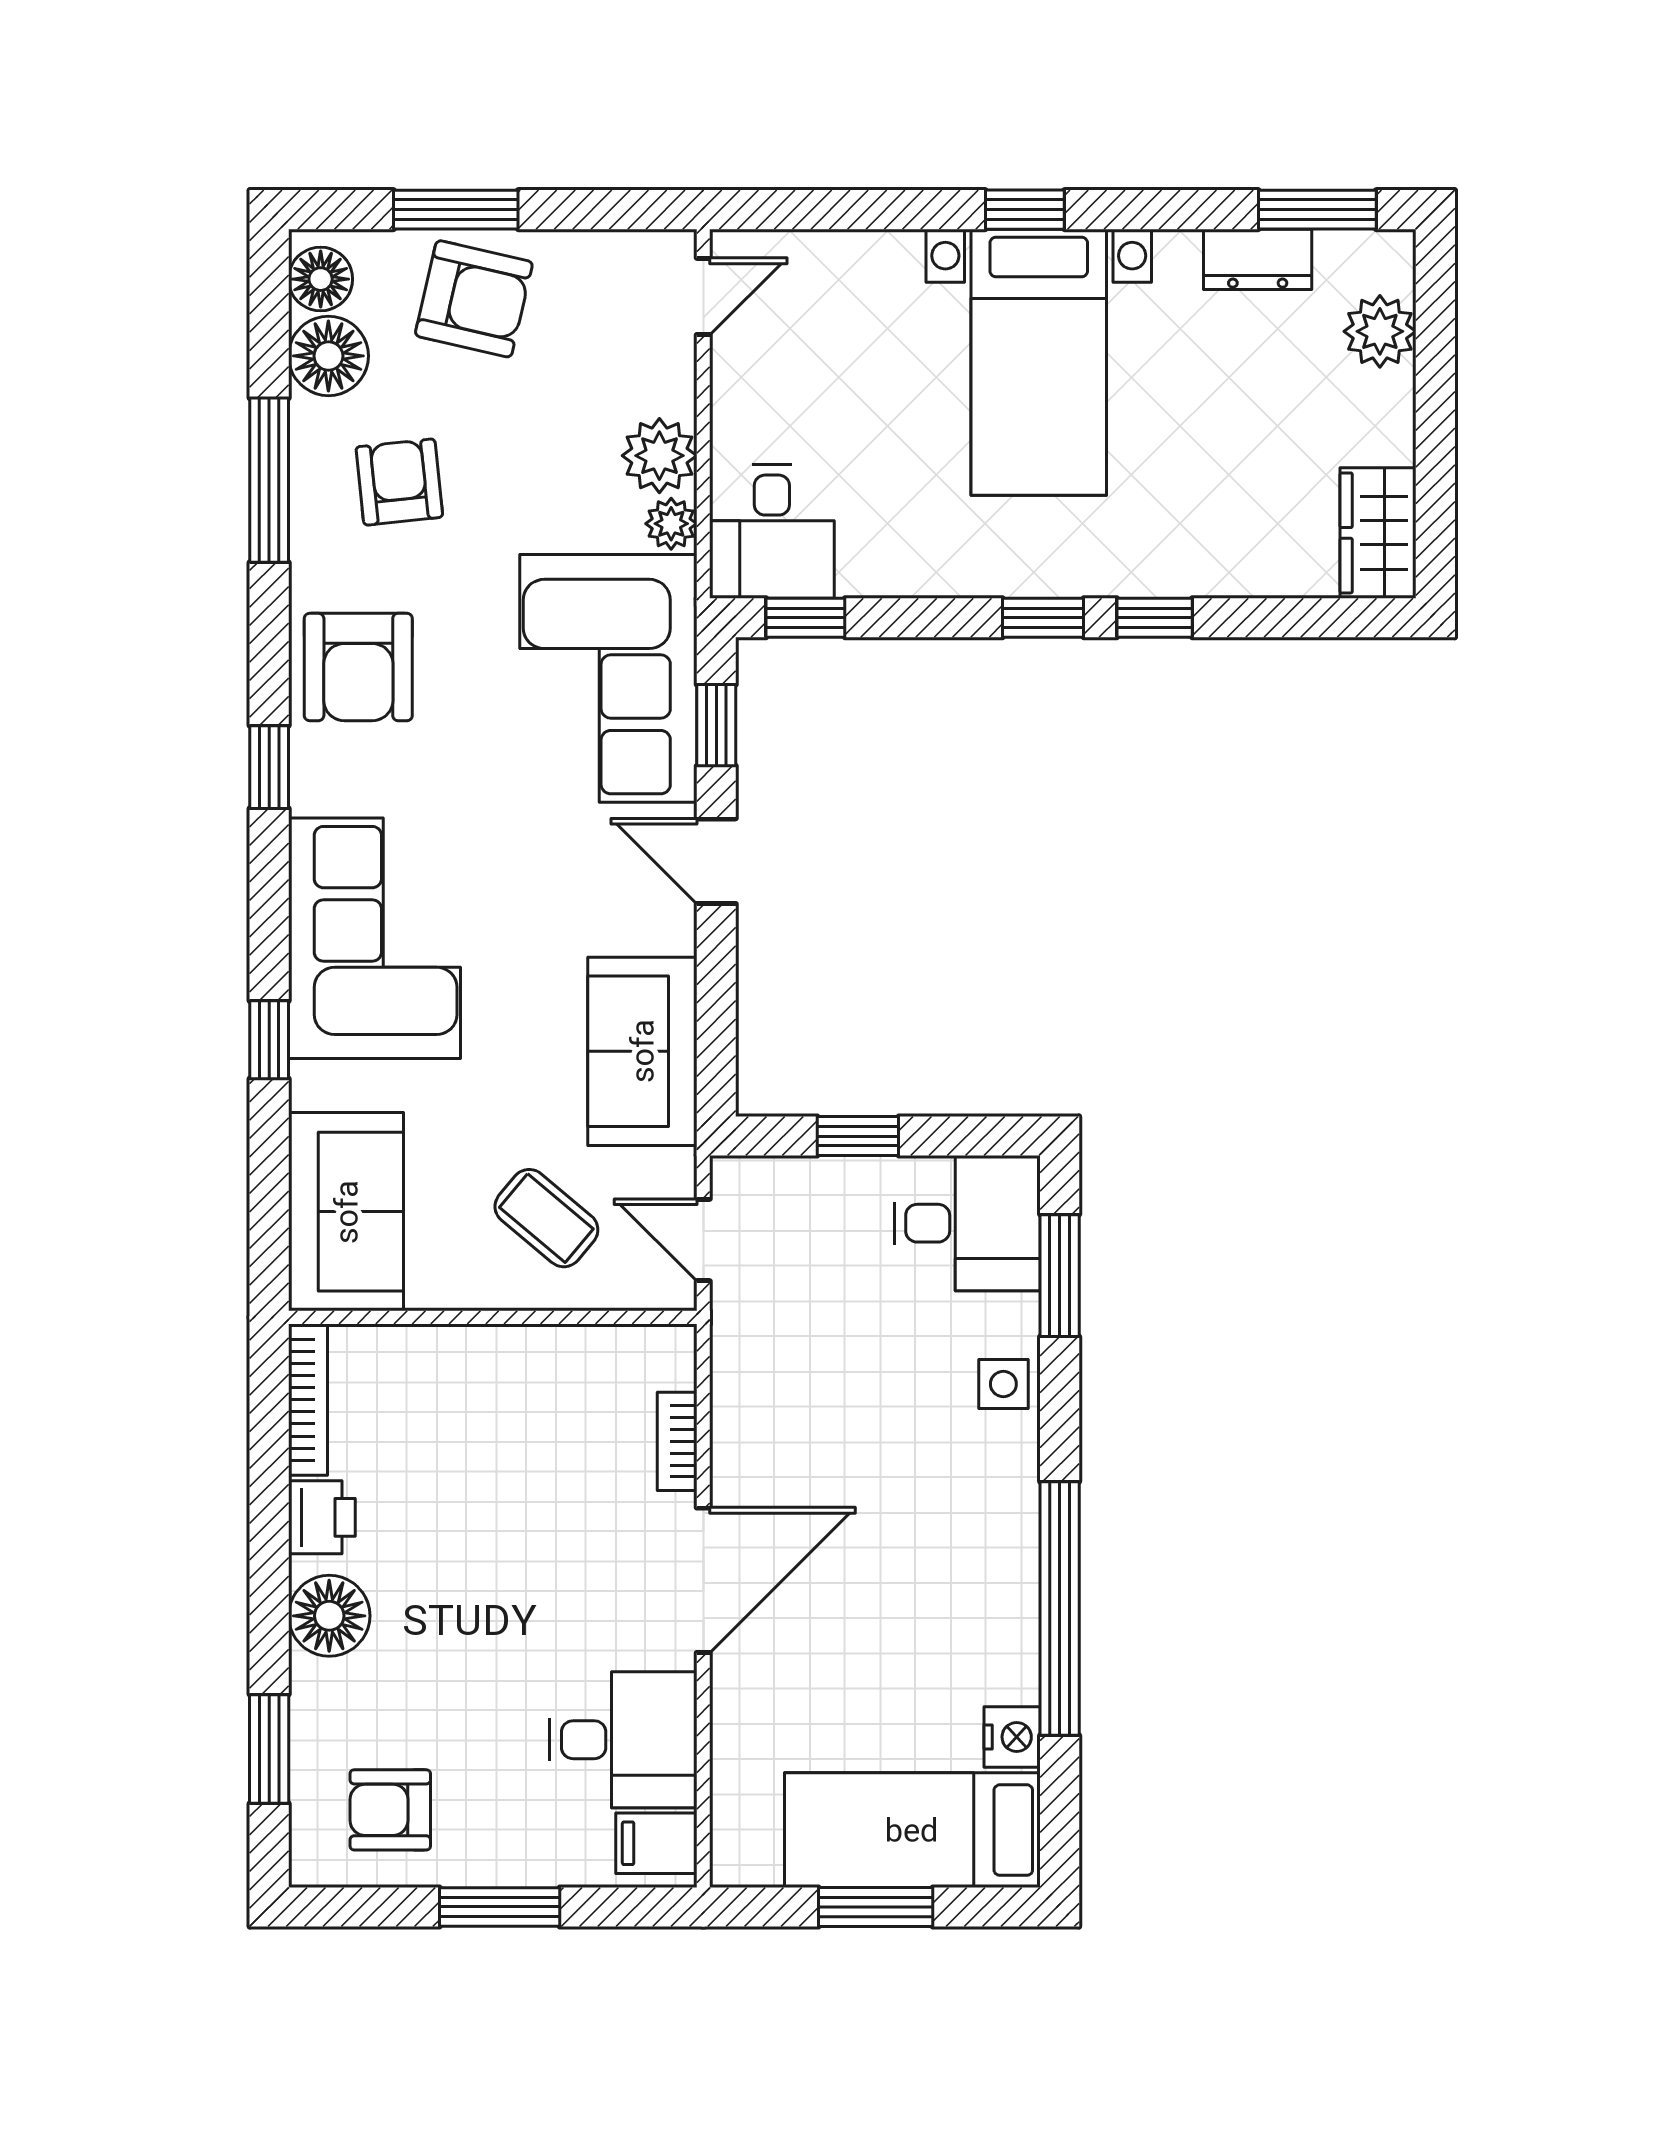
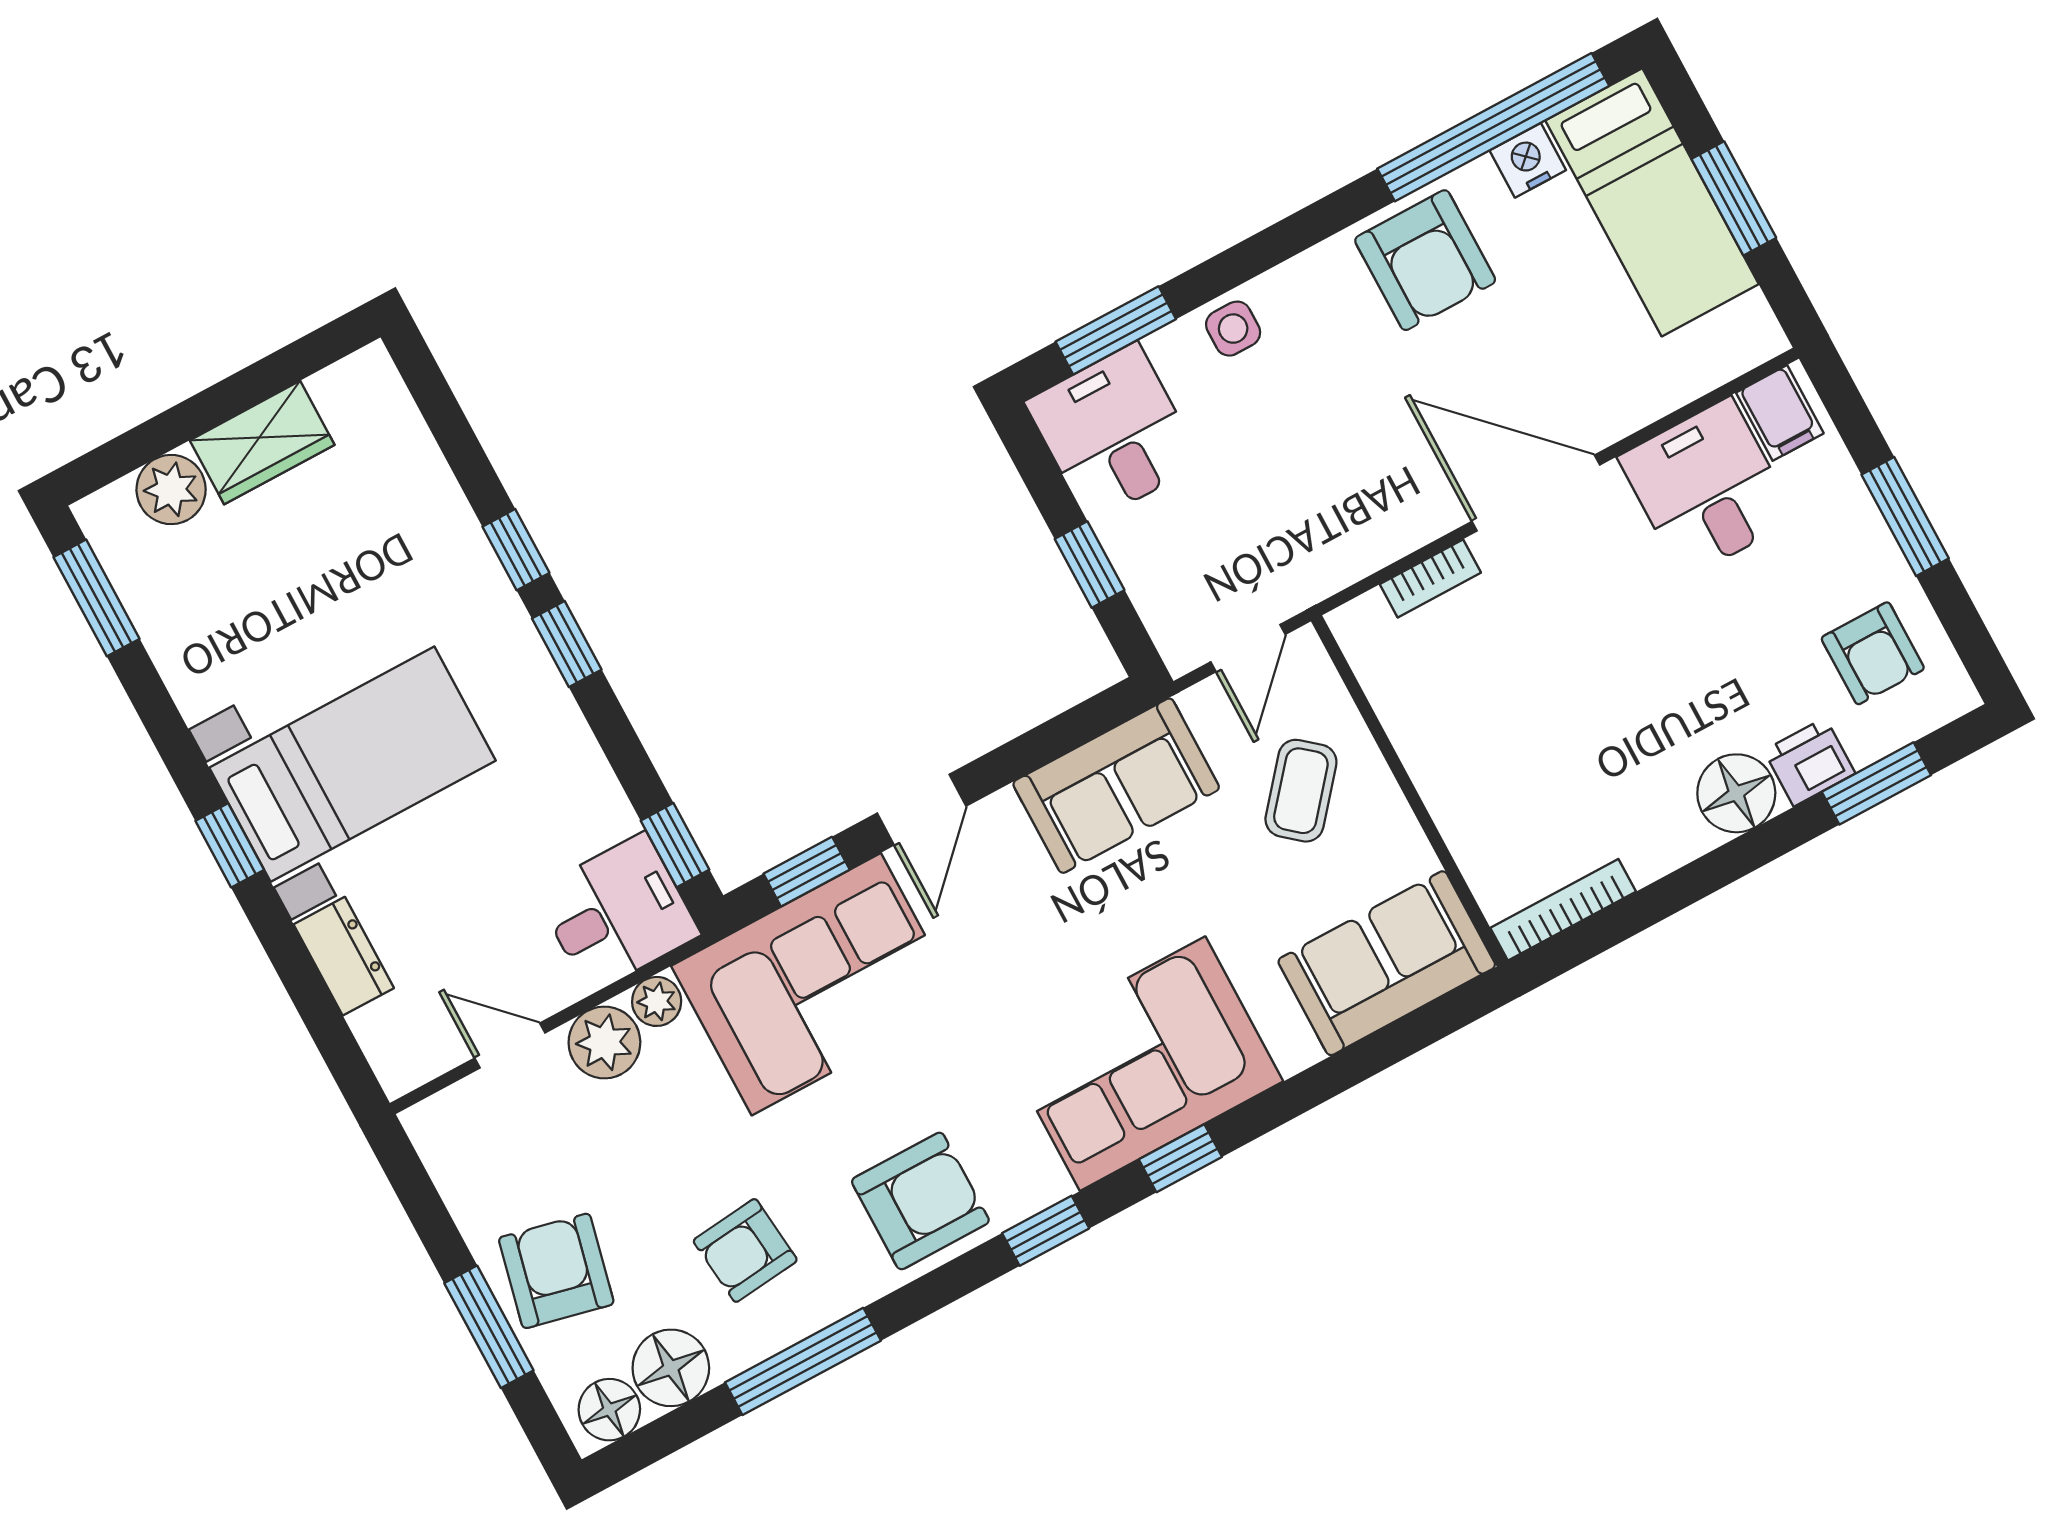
dresser: (1258, 259) -> (344, 956), moved
door: (703, 296) -> (510, 1046), moved
wardrobe: (1378, 533) -> (262, 443), moved
window: (269, 1040) -> (1180, 1158), moved
printer: (322, 1517) -> (1809, 762), moved
armchair: (971, 1594) -> (1425, 260), added
window: (1060, 1608) -> (1493, 127), moved

